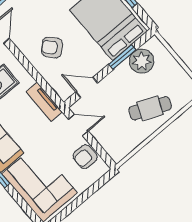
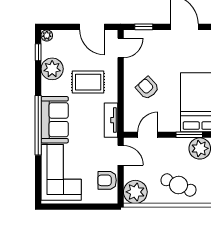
door: (87, 87) -> (148, 135), hinge flipped
plant: (118, 146) -> (135, 192), added

